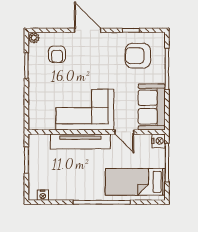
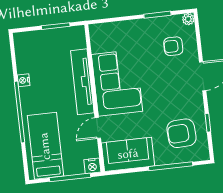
armchair: (138, 56) -> (182, 133), turned -93
nightstand: (43, 195) -> (24, 80), moved

